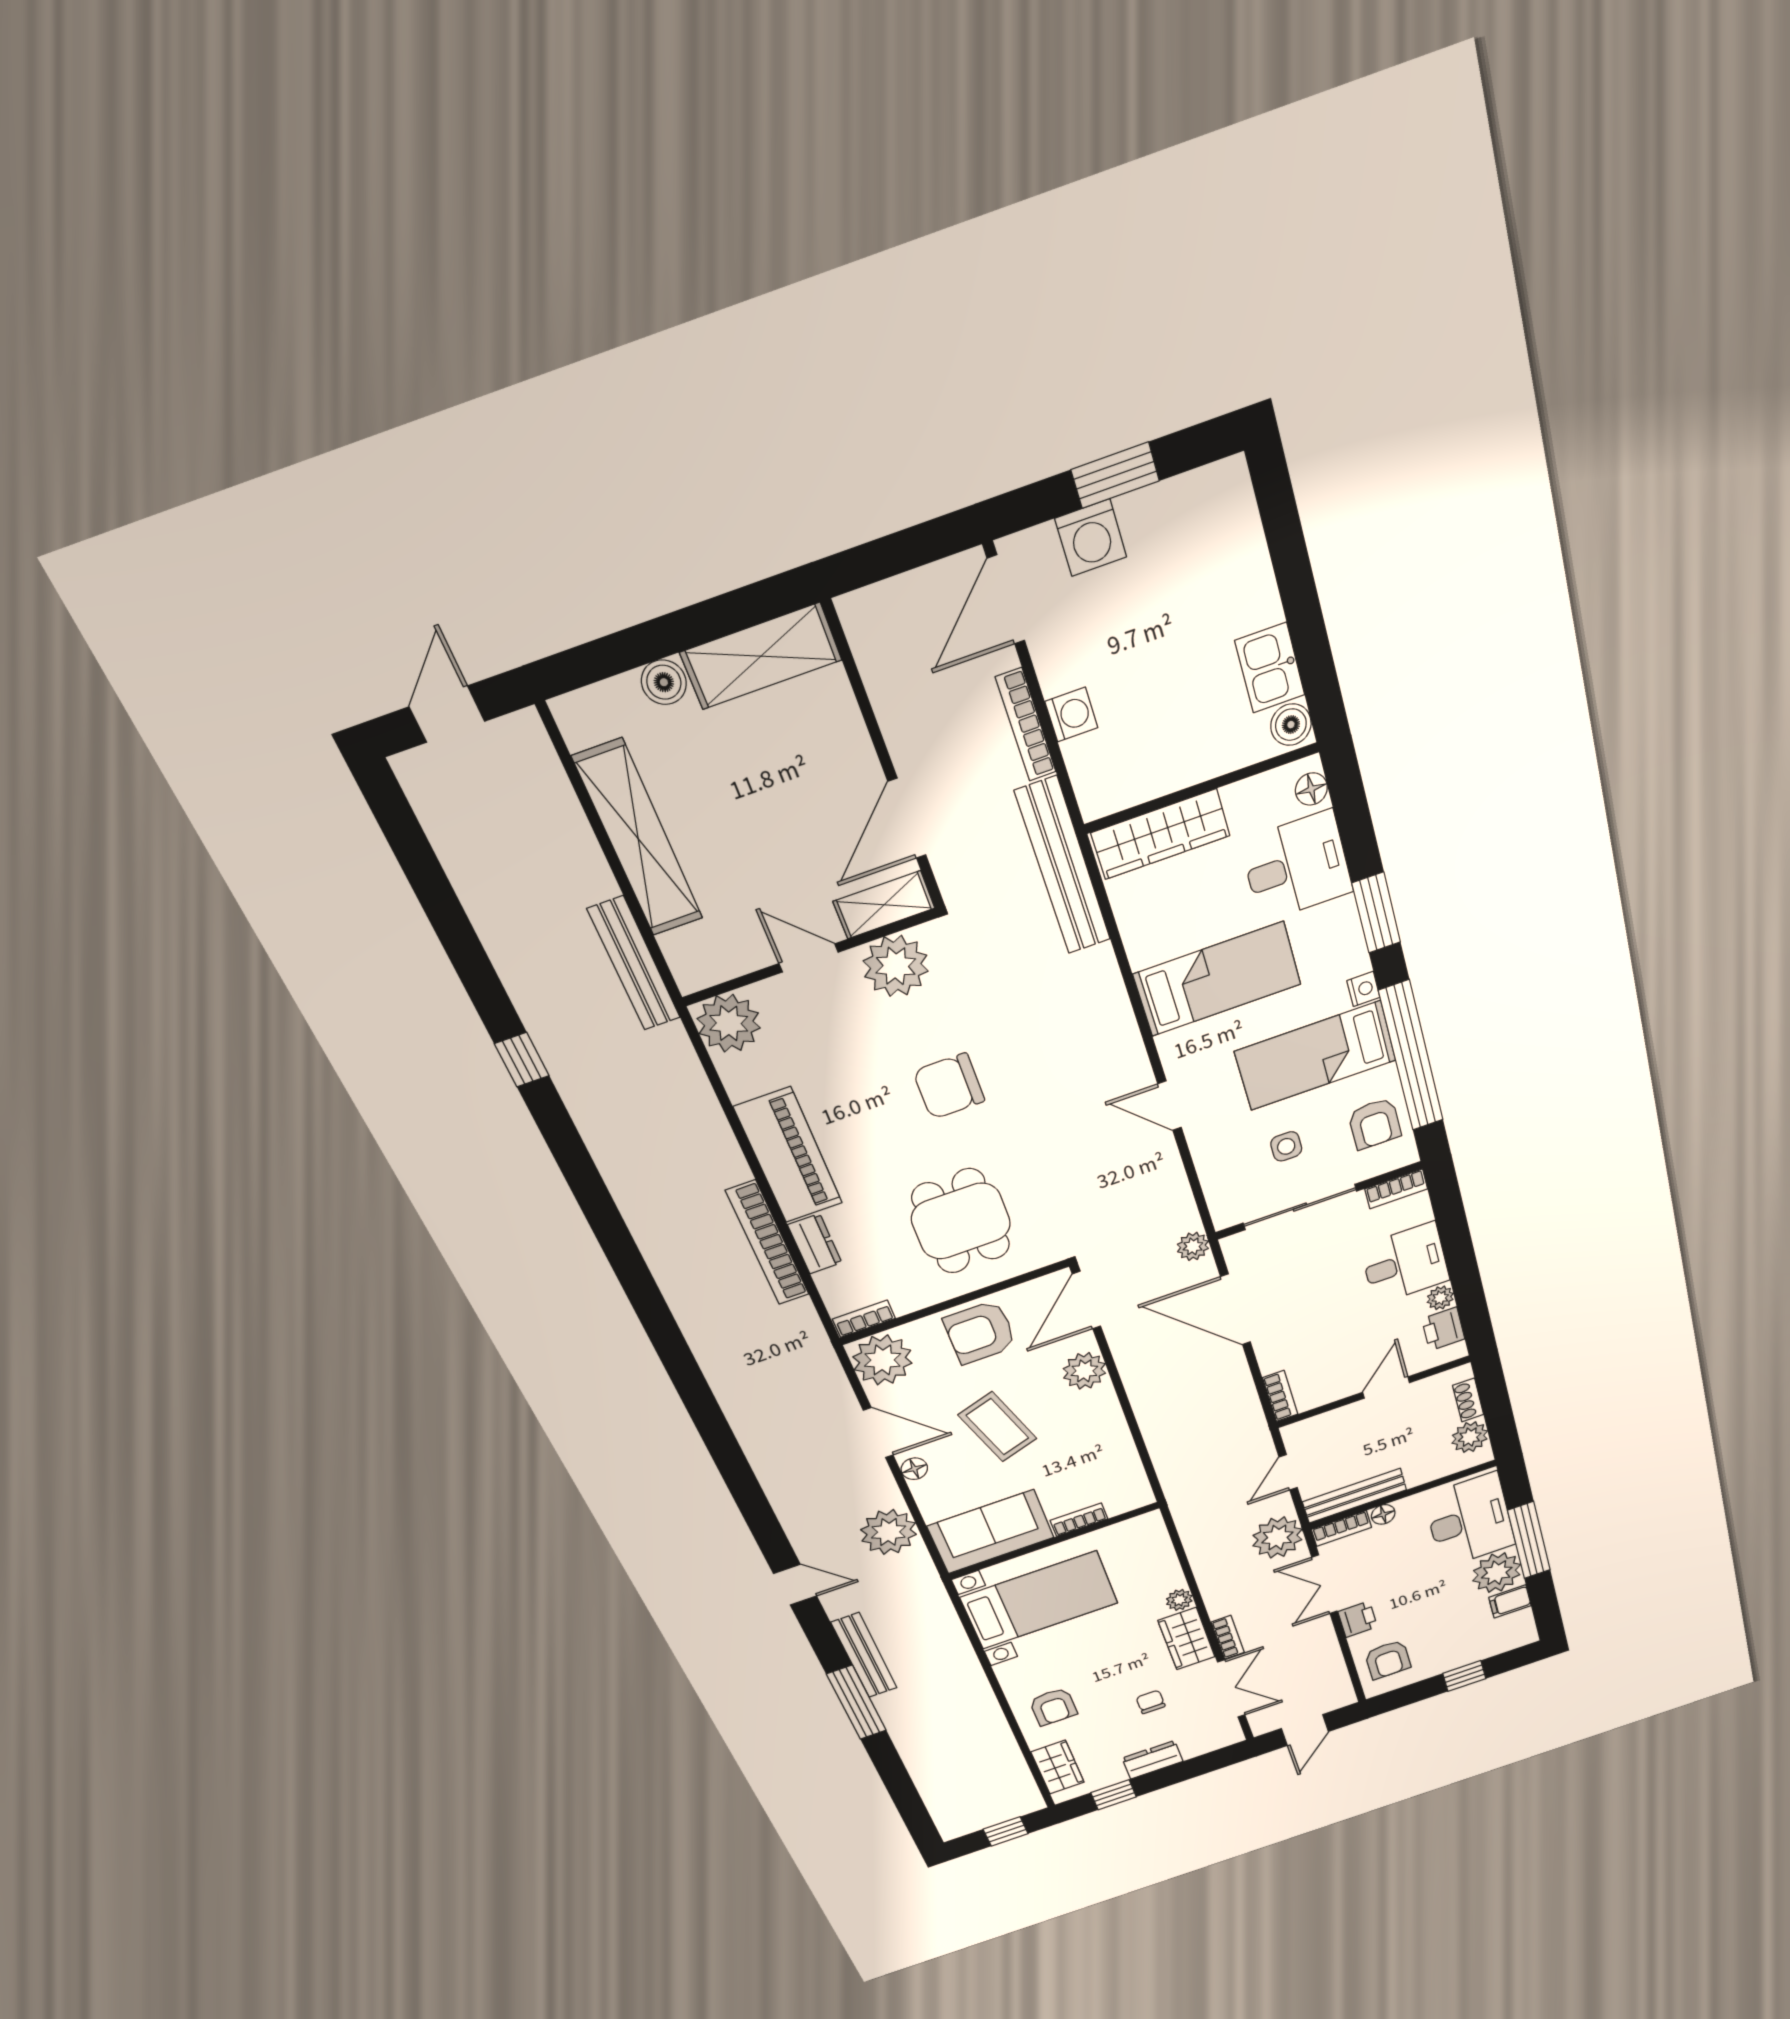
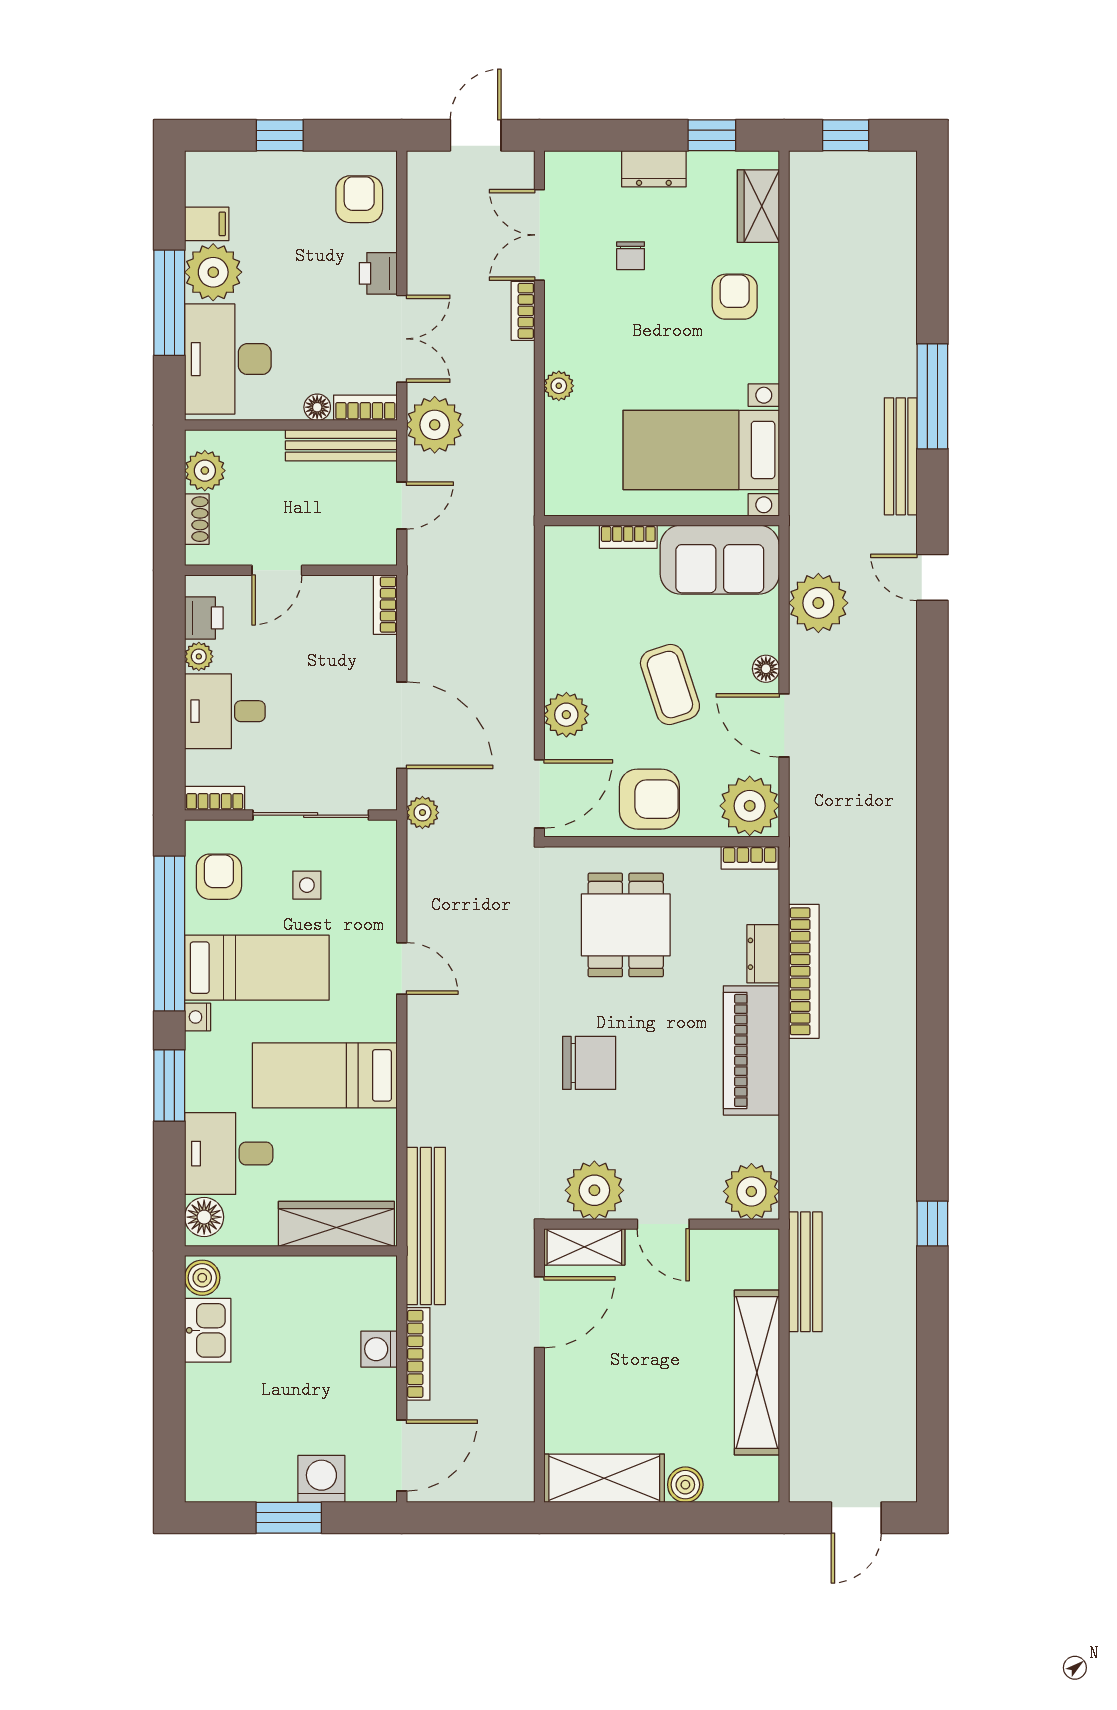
floor lamp: (1311, 789) -> (204, 1217), width x1.37, depth x1.37
wardrobe: (1187, 1639) -> (567, 329), removed

